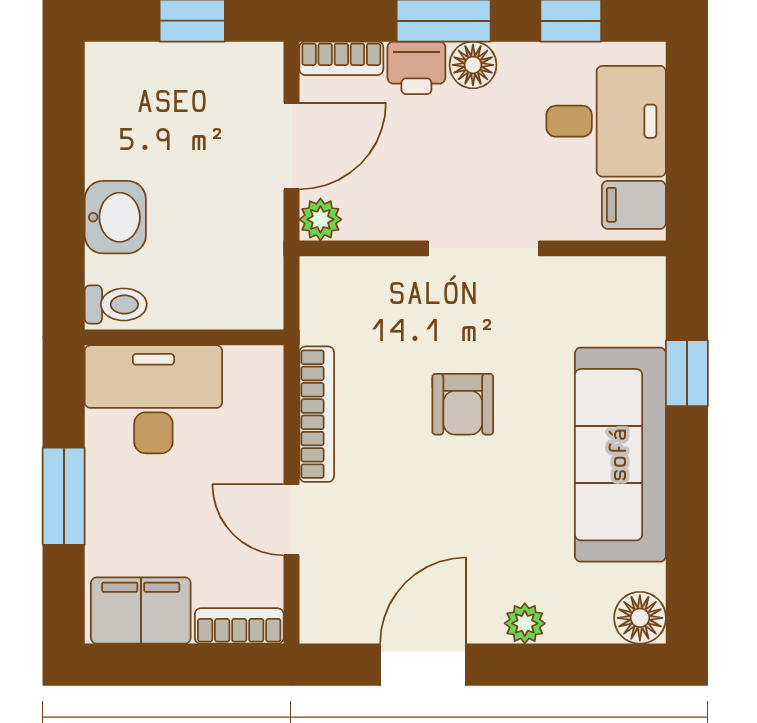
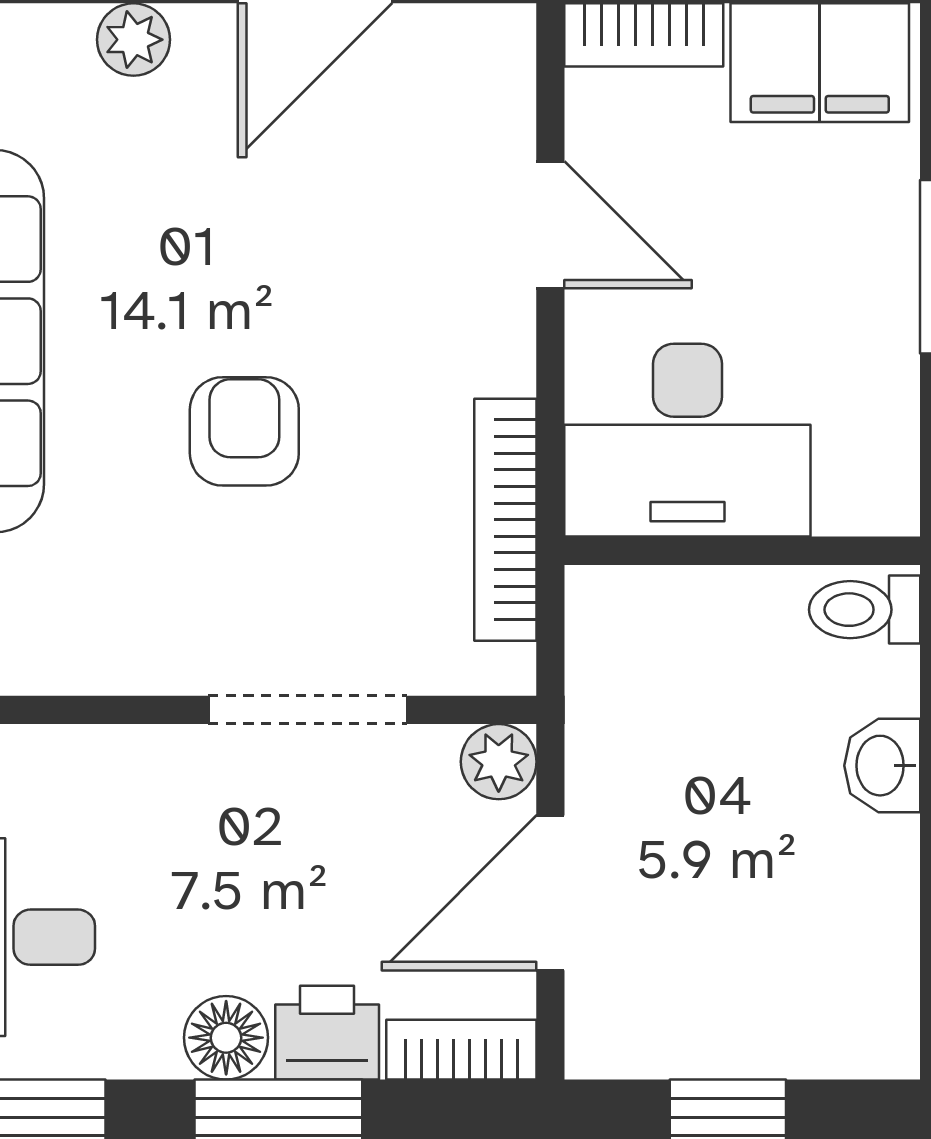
washbasin: (115, 217) -> (882, 766), width x0.72, depth x0.69
doorway: (484, 248) -> (308, 710), moved
desk: (153, 399) -> (687, 440), moved
bookcase: (317, 414) -> (505, 520), moved

